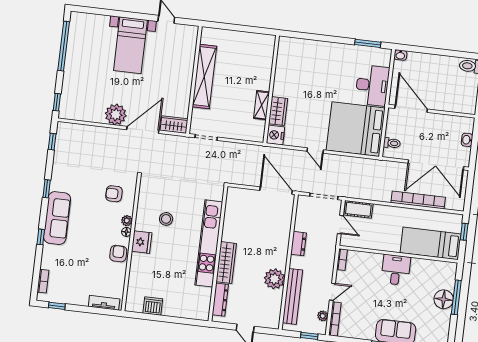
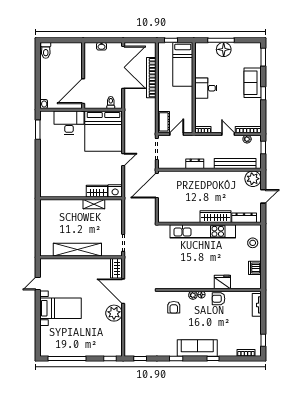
stool: (166, 219) -> (253, 243), moved
fridge: (142, 242) -> (222, 282), moved
plant: (274, 279) -> (253, 179), moved

